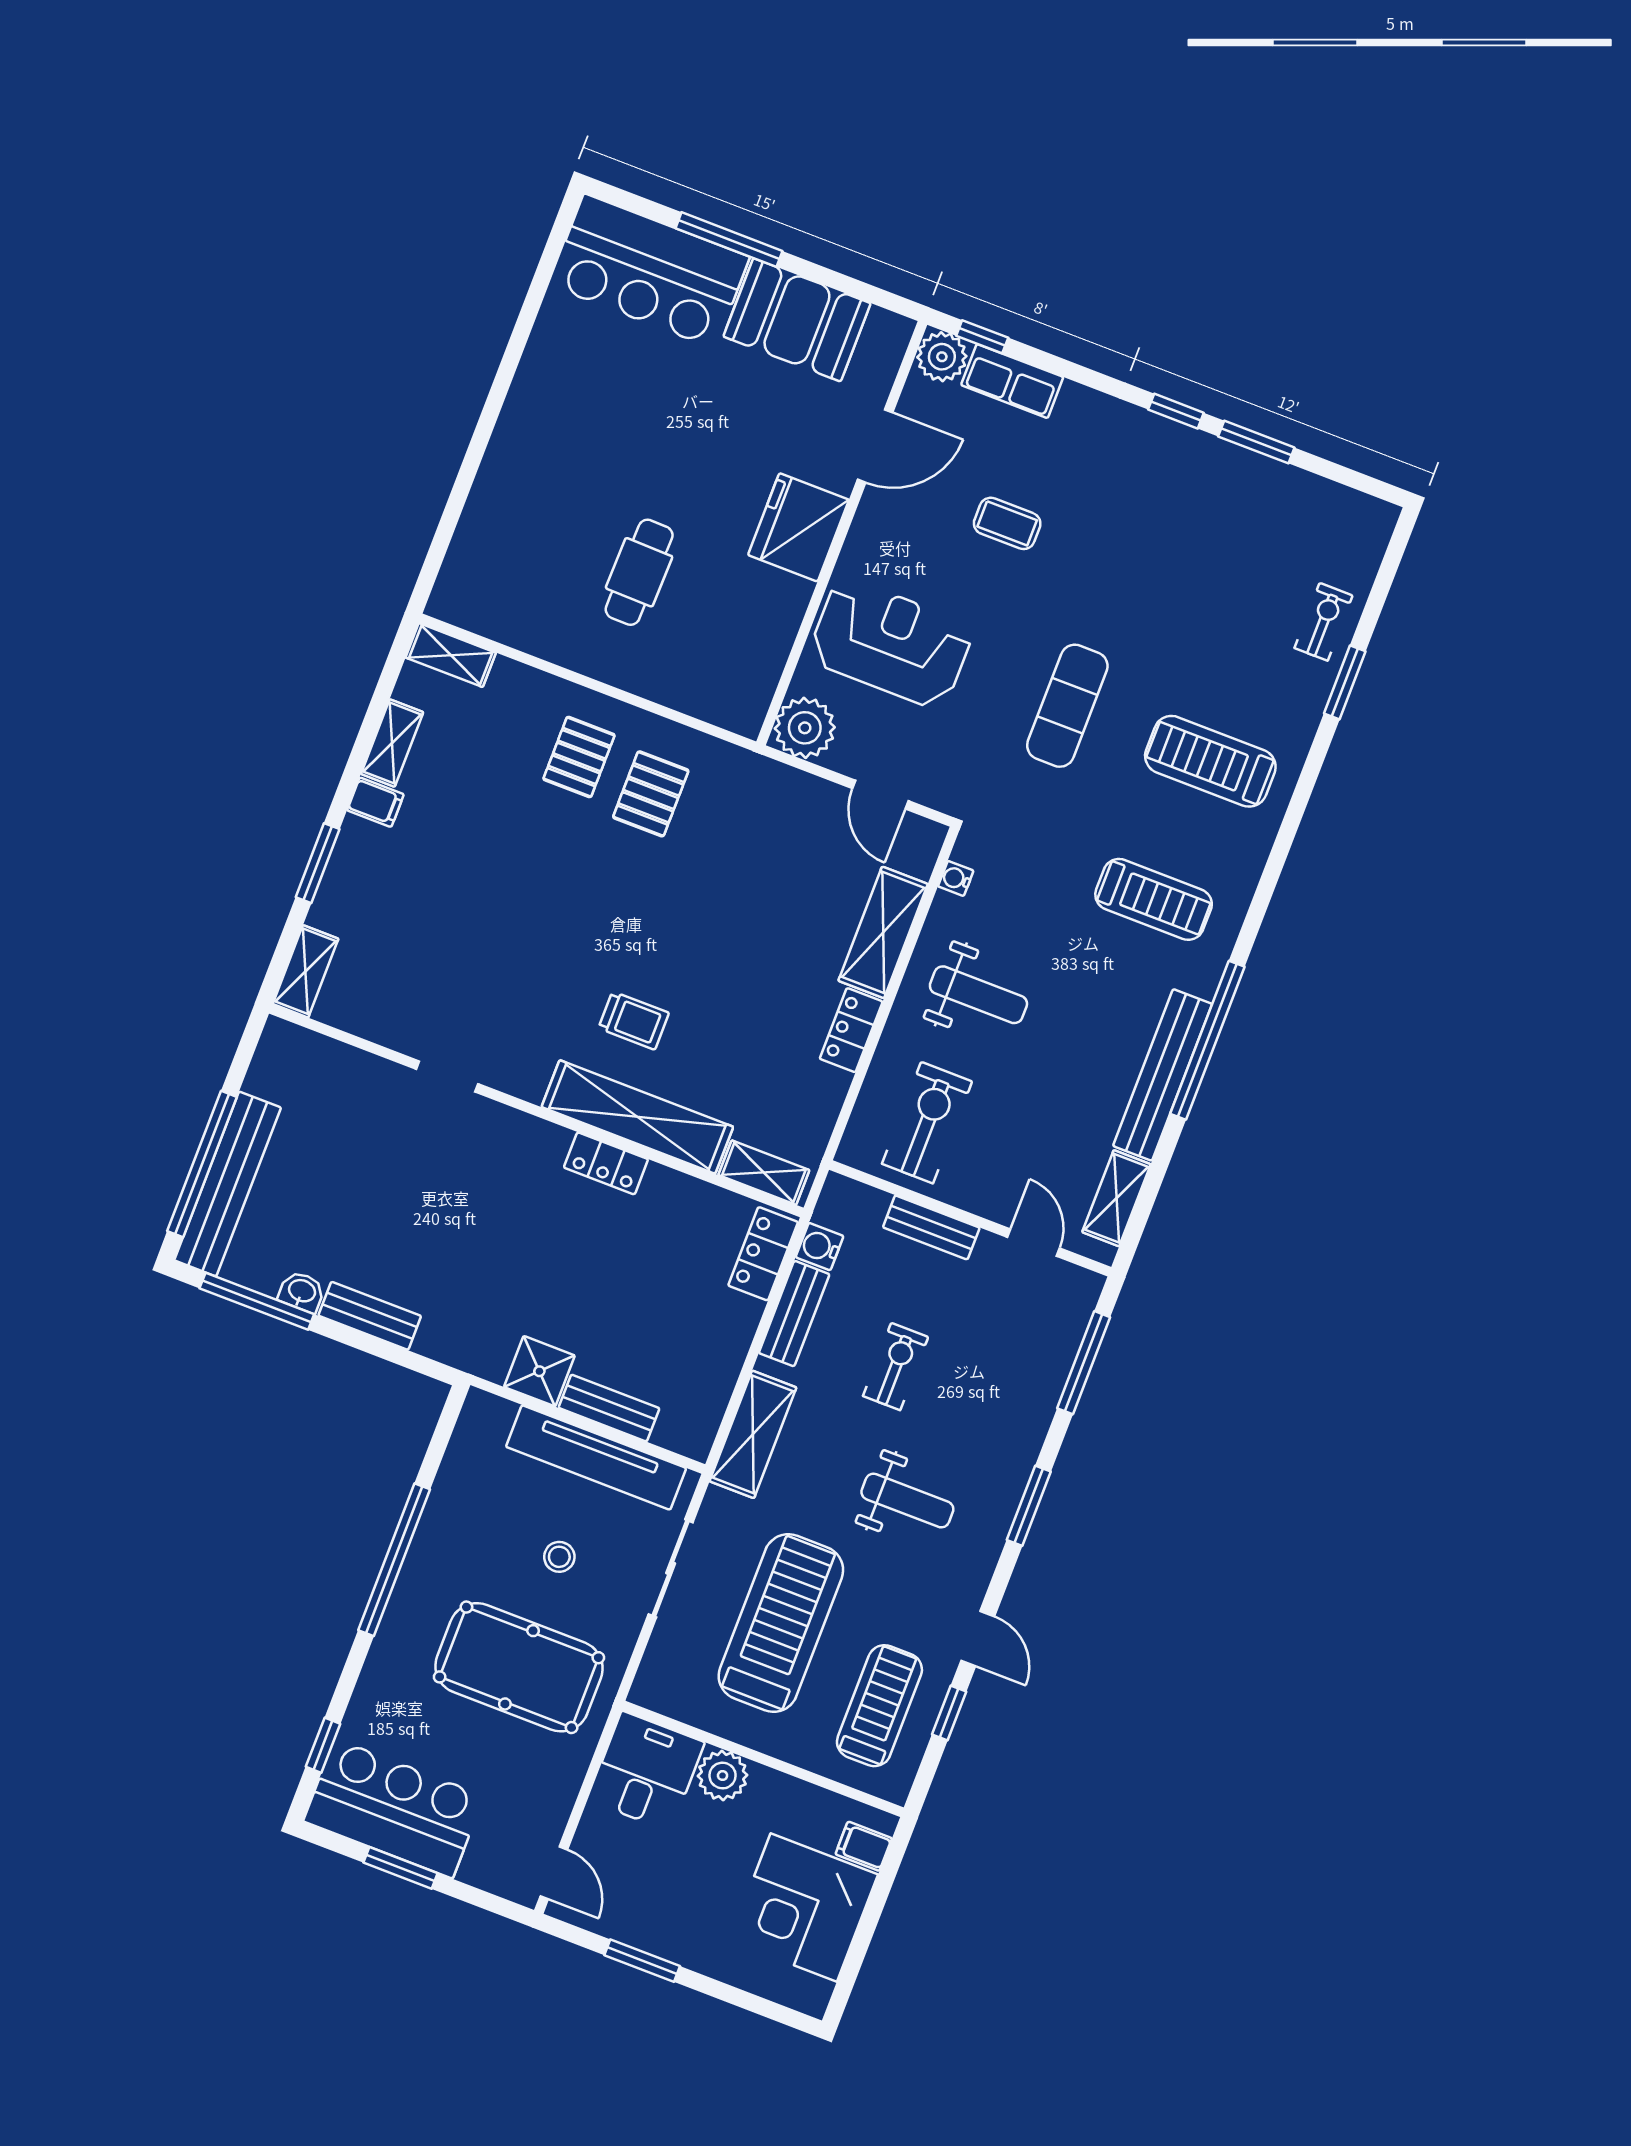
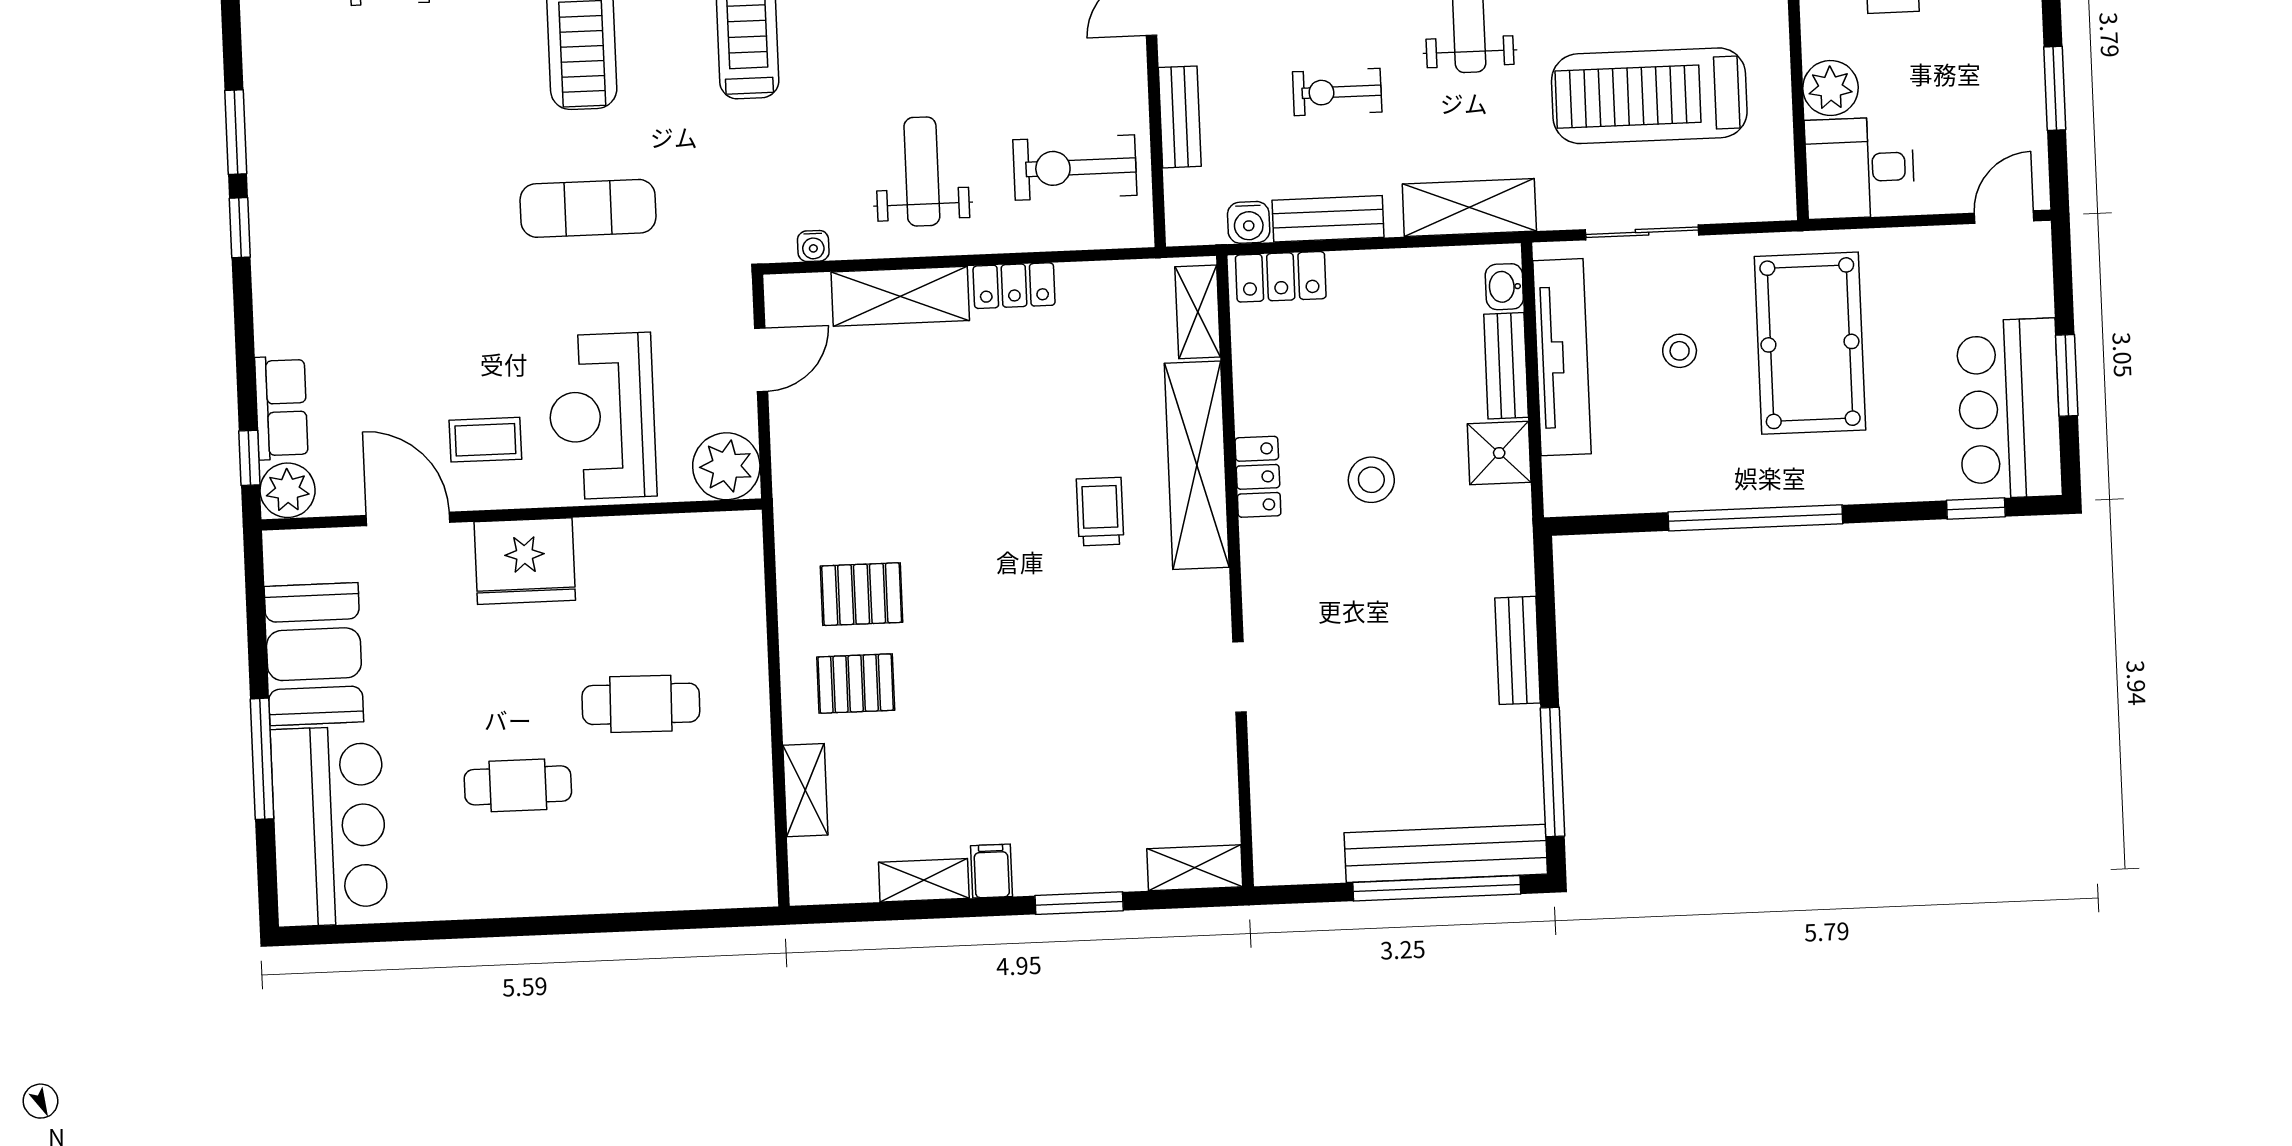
cafe table: (616, 441) -> (518, 785), added
coffee table: (1007, 523) -> (485, 440), moved, turned 90
shelving: (451, 655) -> (805, 790), moved
stool: (563, 1256) -> (1371, 480), added
washbasin: (302, 1292) -> (1504, 287), moved

